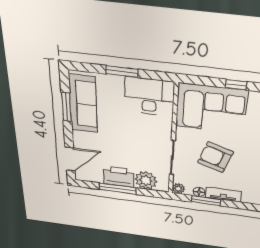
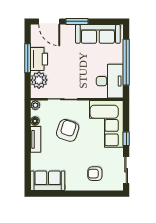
window: (122, 72) -> (126, 62), width x2.11
window: (66, 107) -> (77, 21), moved
window: (206, 201) -> (28, 127), removed

